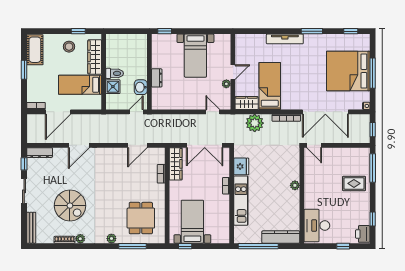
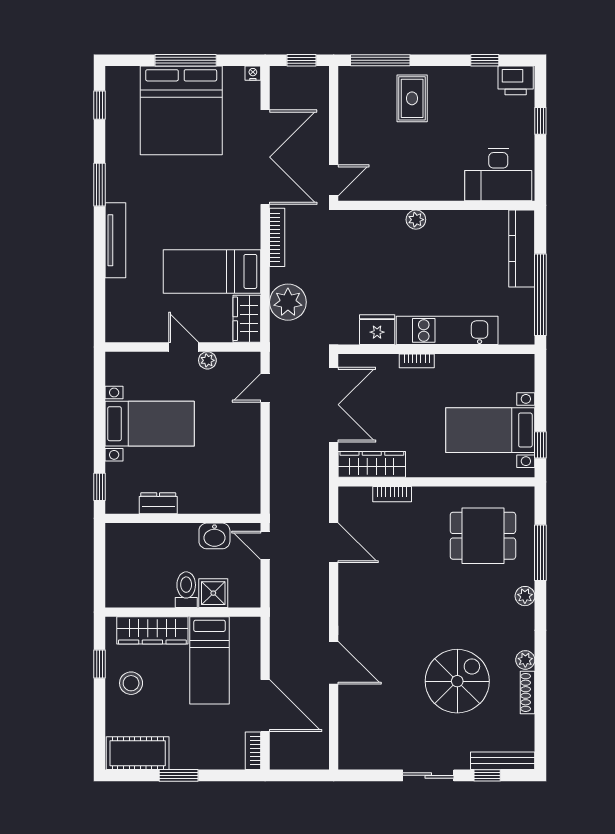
dresser: (157, 78) -> (158, 503), moved
dresser: (40, 153) -> (348, 744), removed
window: (24, 164) -> (487, 775), moved

